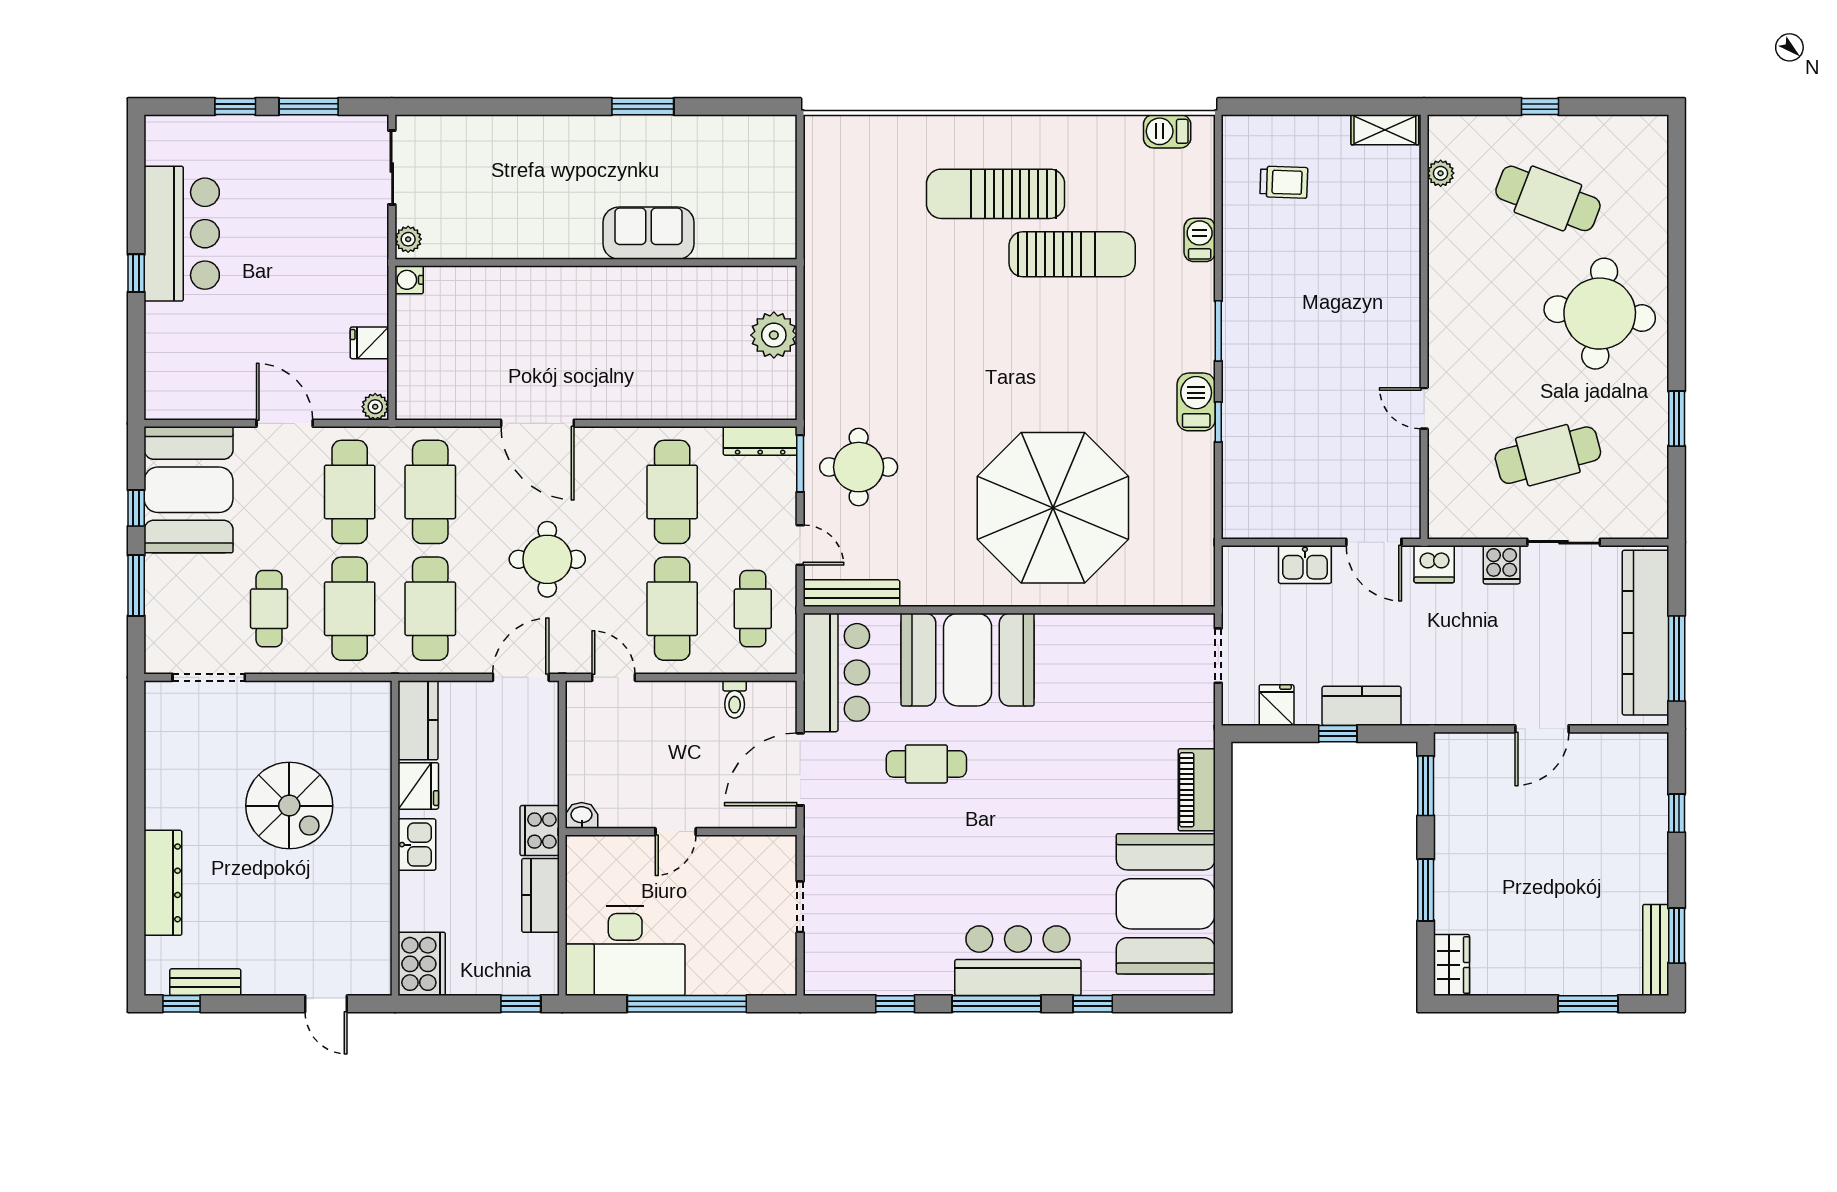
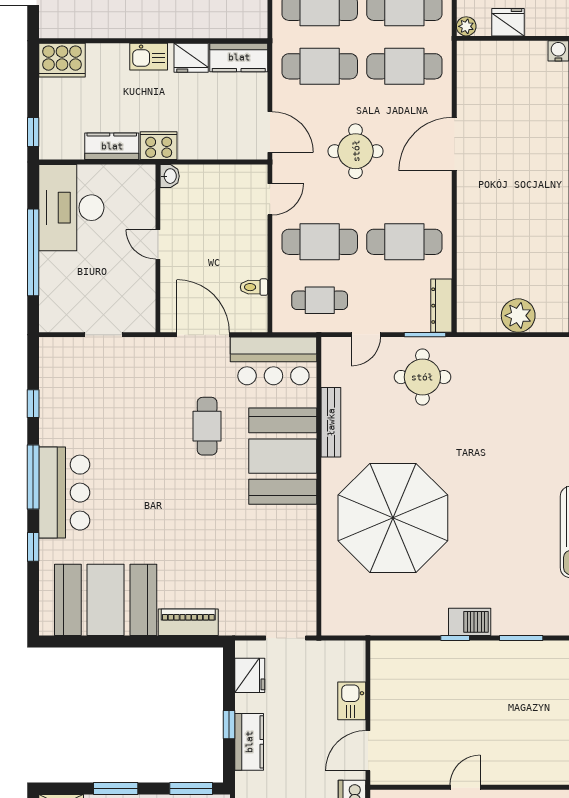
fridge: (369, 343) -> (508, 22), width x1.38
bench: (851, 593) -> (331, 422), moved
fridge: (1277, 705) -> (250, 675), width x1.38

